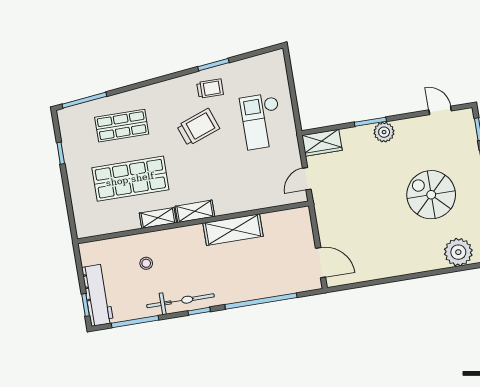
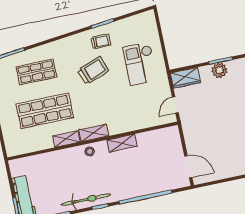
plant: (384, 132) -> (219, 70), moved
shelving: (233, 230) -> (122, 143), width x0.67, depth x0.75
stool: (146, 263) -> (90, 151), moved

